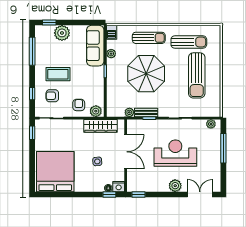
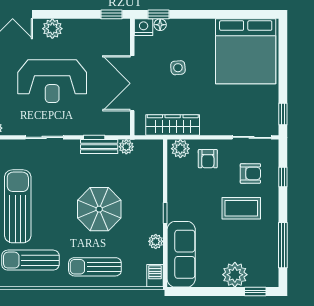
parasol: (146, 74) -> (99, 209), width x0.73, depth x0.73

